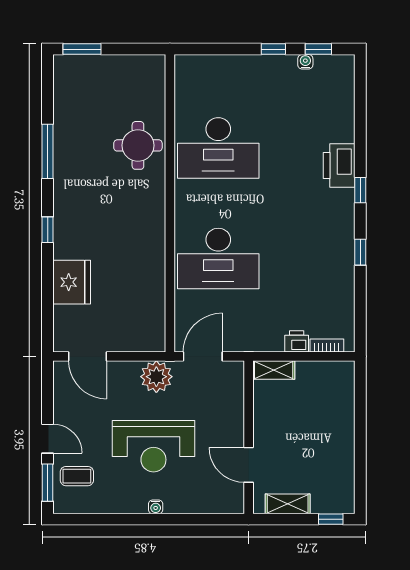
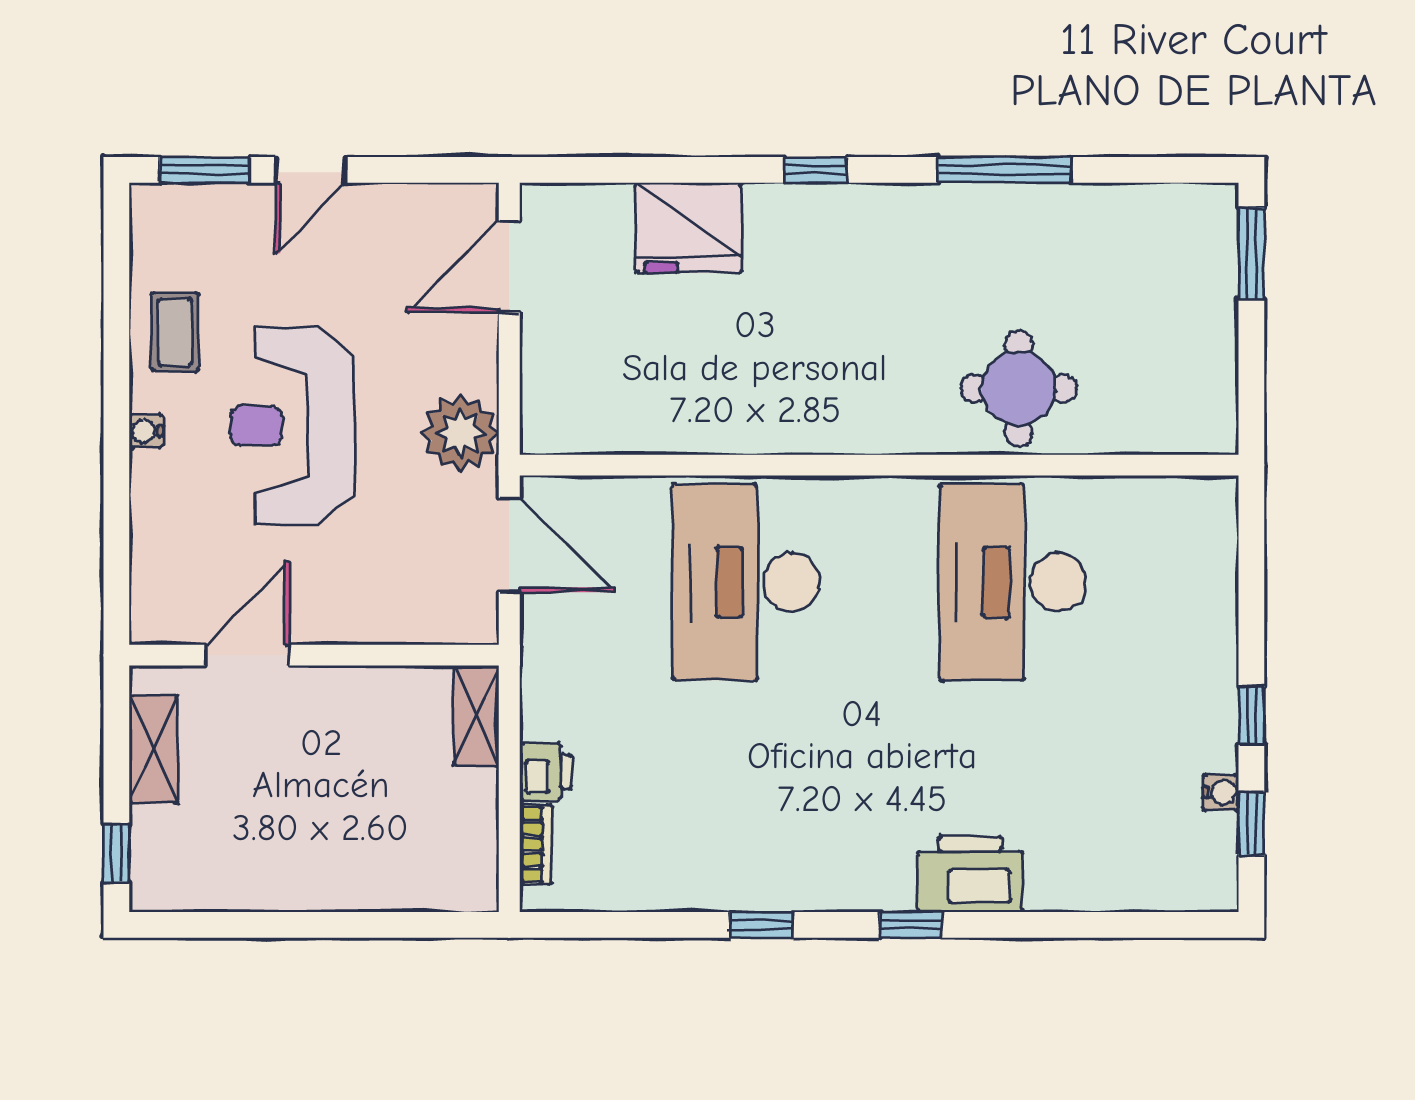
coffee table: (77, 476) -> (175, 332), moved

